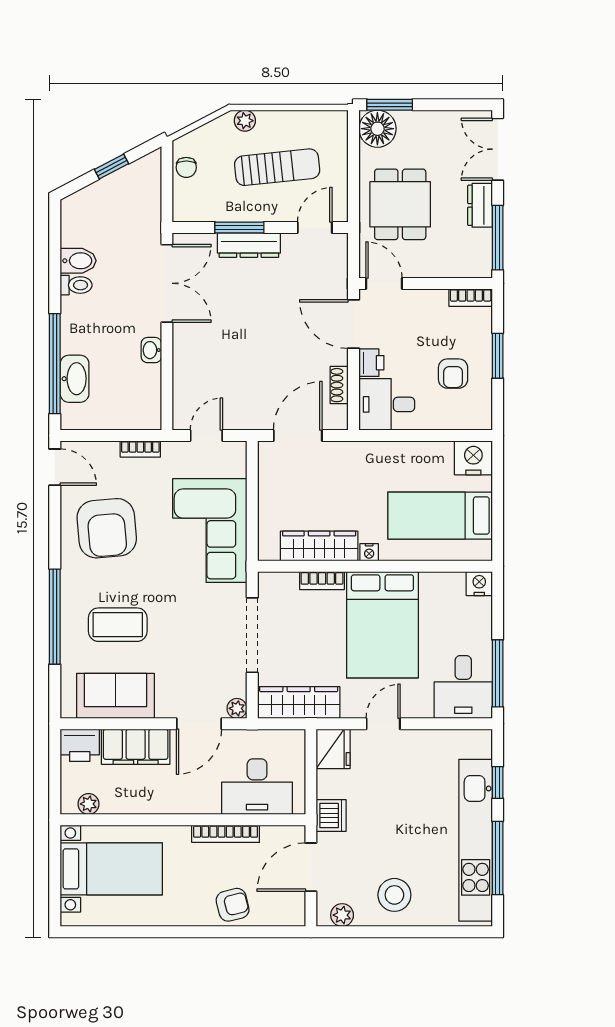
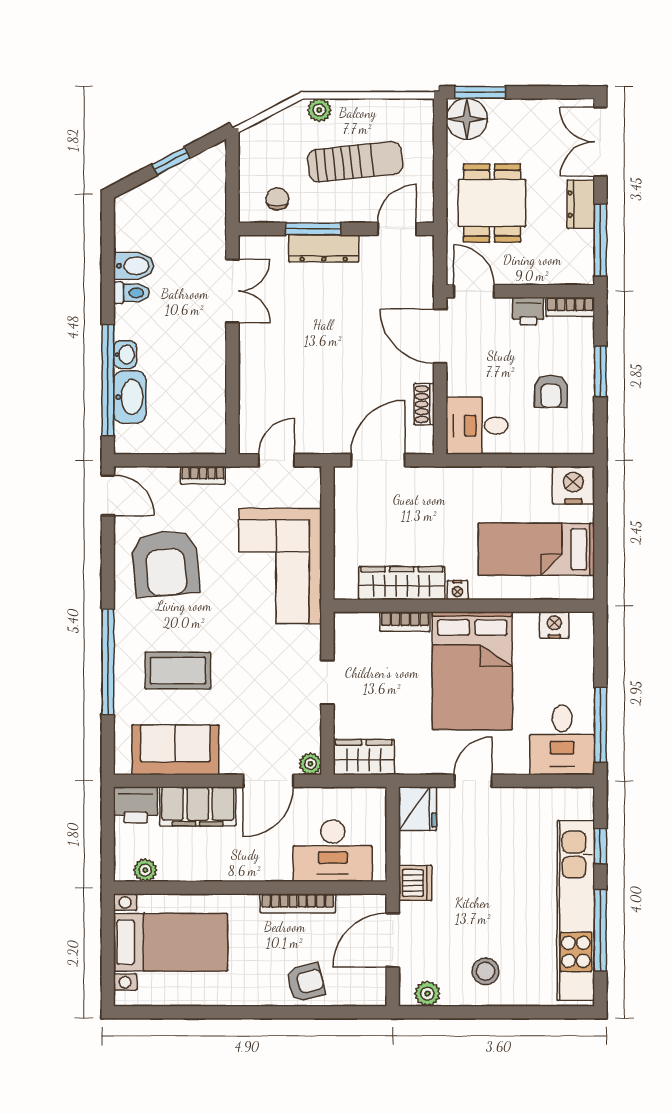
chair: (186, 167) -> (277, 199), moved, turned 180
double door: (167, 283) -> (232, 291), width x0.73
washbasin: (151, 350) -> (125, 354), moved, turned 180
printer: (371, 363) -> (528, 311), moved, turned 90
nightstand: (479, 584) -> (554, 625), moved
doorway: (252, 635) -> (327, 682), width x0.53
wardrobe: (299, 702) -> (364, 757), width x0.67
stool: (394, 895) -> (486, 971), width x0.73, depth x0.73

